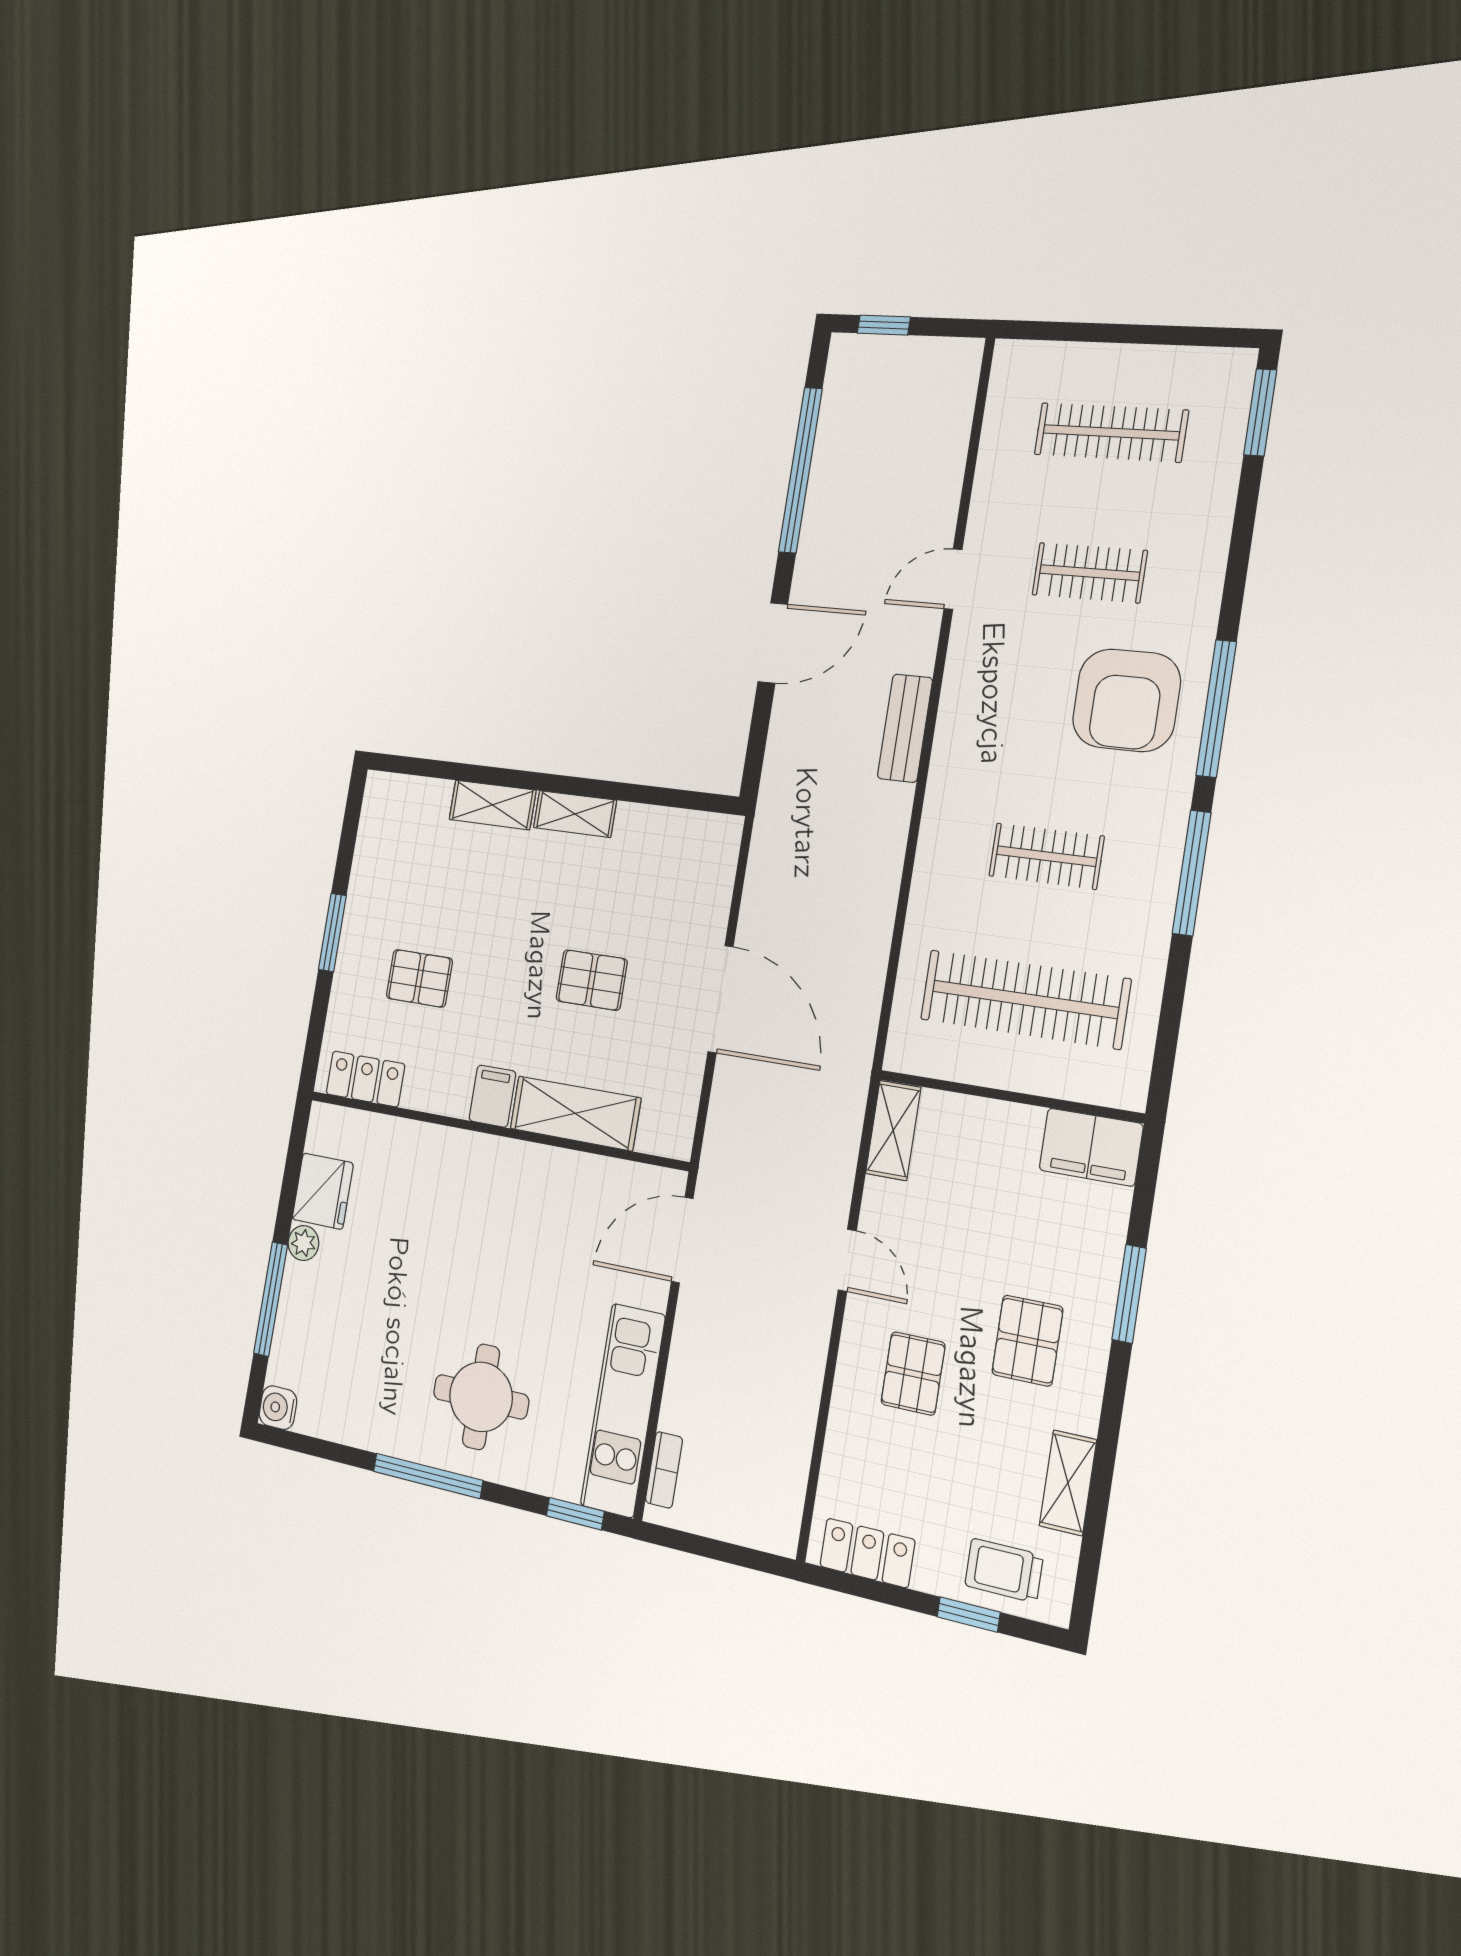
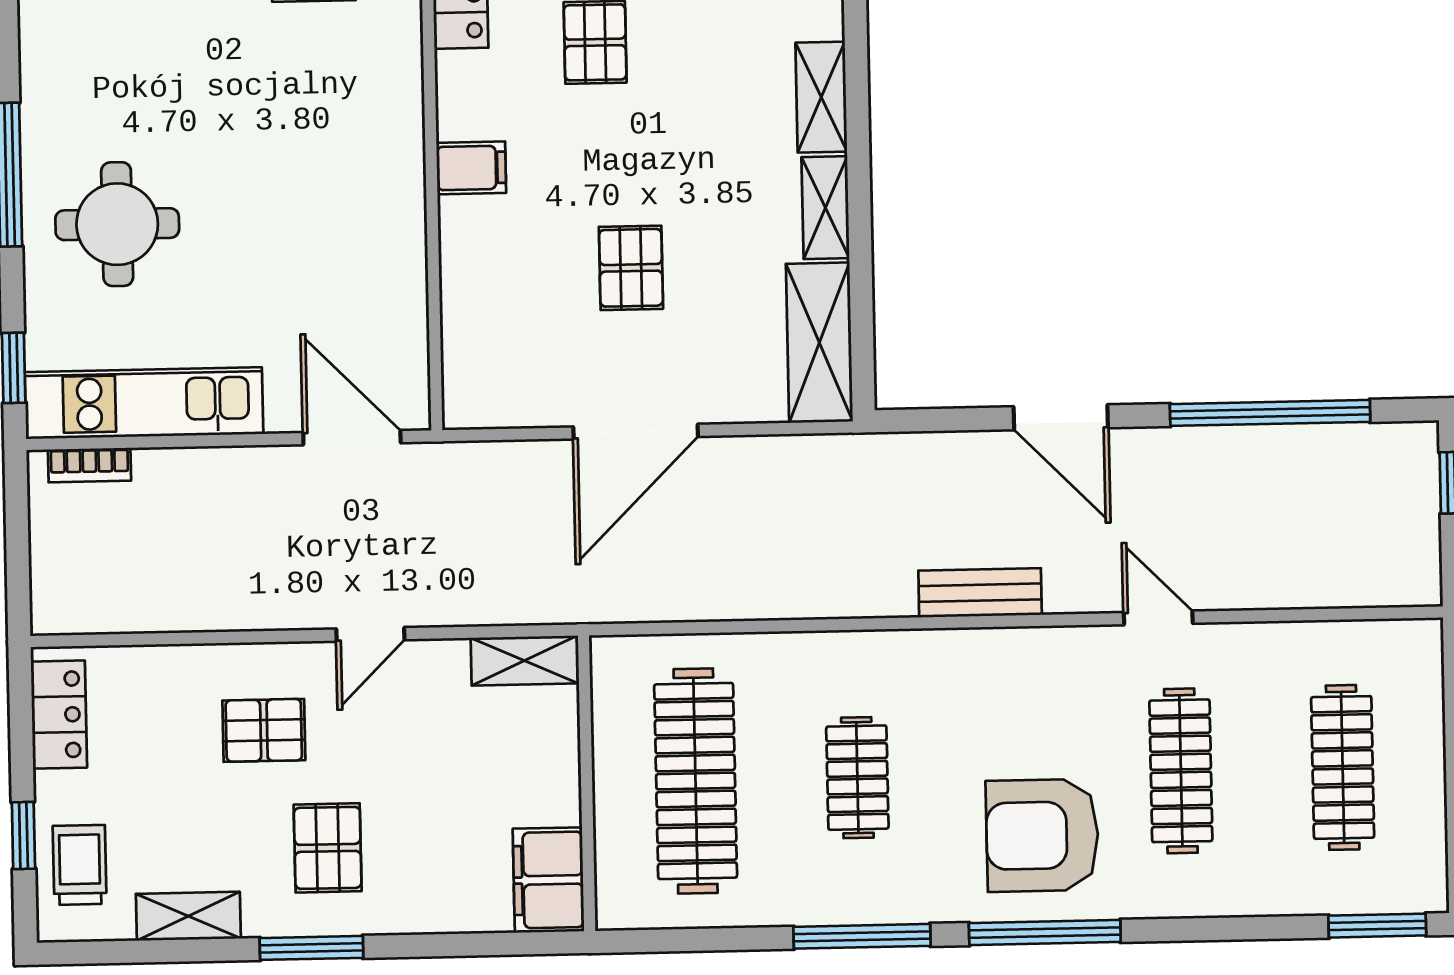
clothes rail: (1089, 573) -> (1181, 771), width x1.36
shelving: (575, 1113) -> (819, 343), moved
window: (1129, 1294) -> (311, 948), moved
pallet: (1027, 1341) -> (328, 848), turned 90

